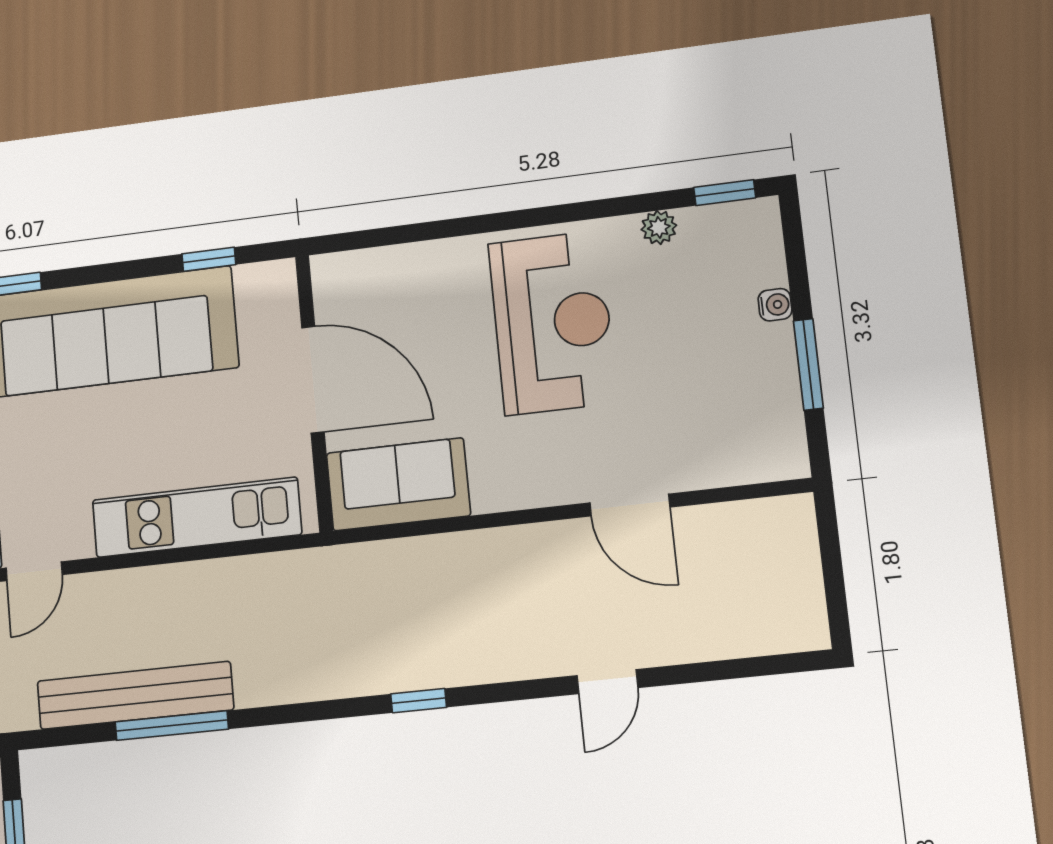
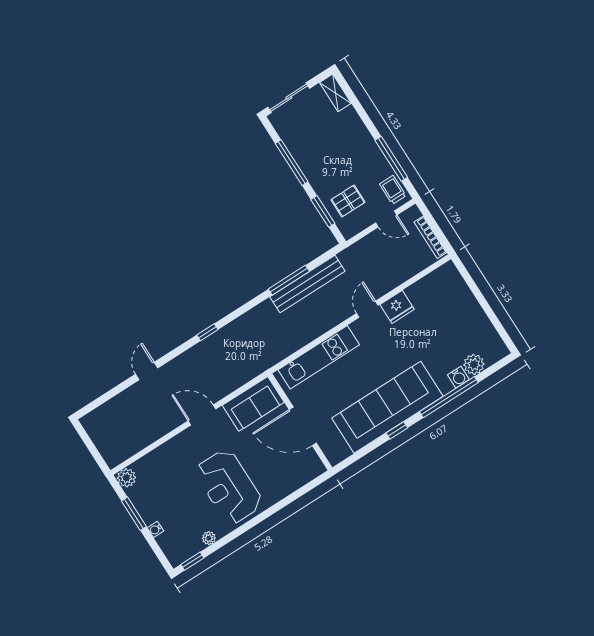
window: (209, 259) -> (397, 430), moved
plant: (784, 456) -> (126, 478), added
door: (630, 505) -> (202, 415), moved

